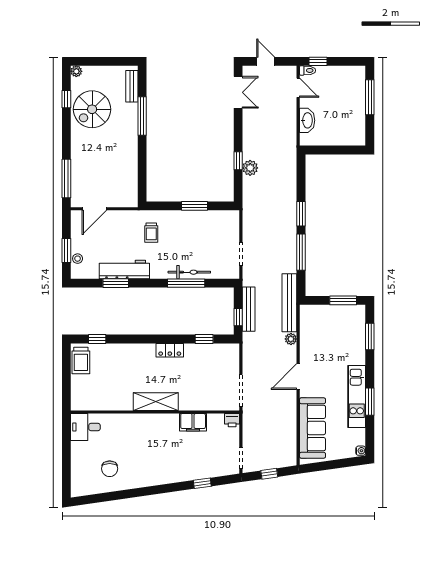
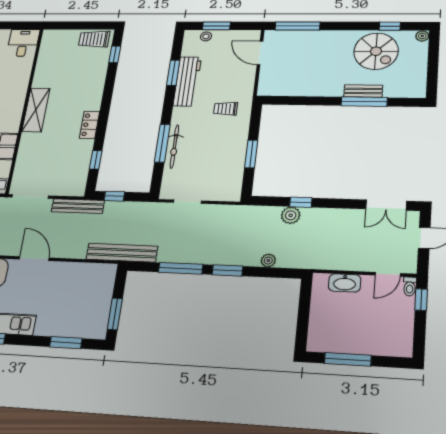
bench: (132, 86) -> (363, 91), moved
window: (370, 97) -> (348, 359), moved
spiral stairs: (92, 109) -> (376, 51), turned 180
bench: (249, 309) -> (78, 206), moved
plant: (291, 339) -> (268, 261), moved

